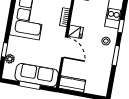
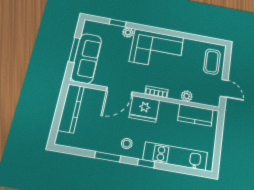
fridge: (76, 32) -> (144, 109), width x1.88, depth x1.34
plant: (10, 59) -> (128, 32), moved
kitchen counter: (72, 84) -> (71, 108), width x1.50

